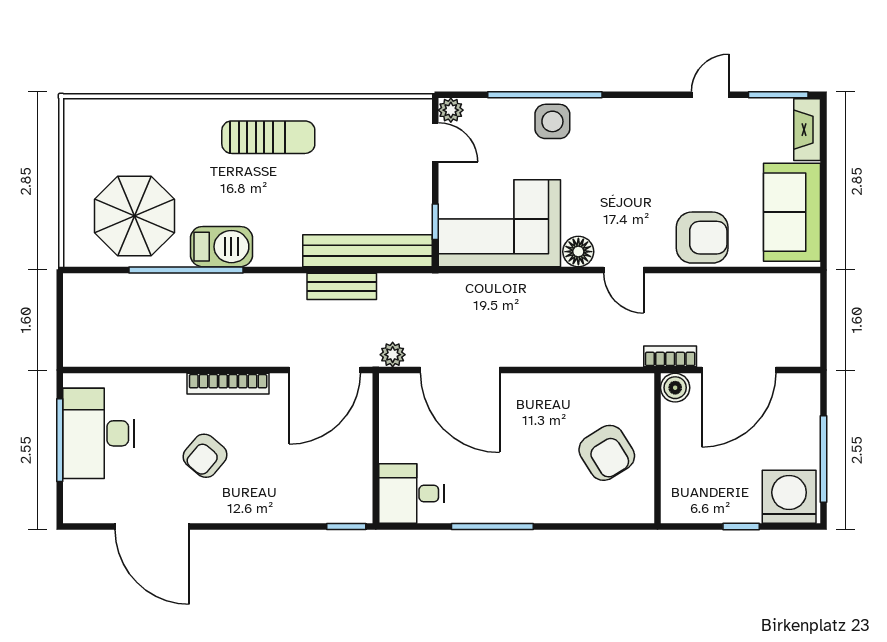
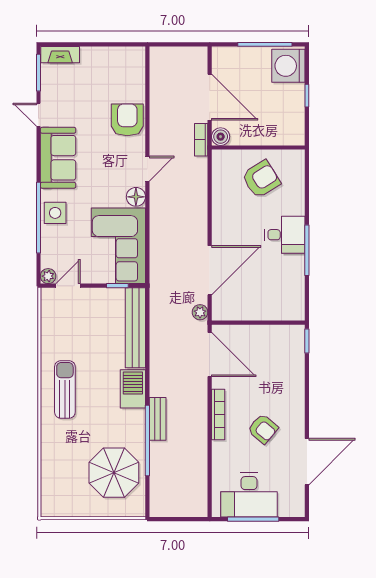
sofa: (792, 212) -> (58, 158), moved, turned -90
barbecue: (221, 247) -> (133, 389), moved
bench: (342, 286) -> (158, 419), moved
desk: (411, 494) -> (285, 235), moved, turned -90

